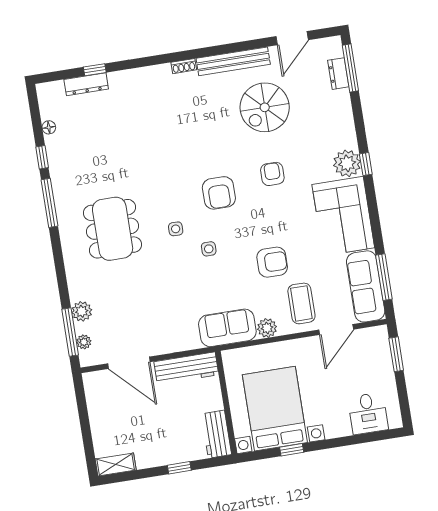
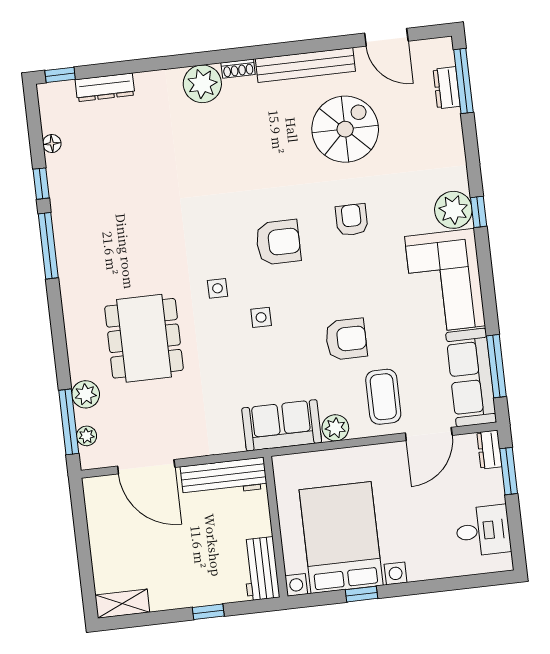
door: (292, 38) -> (386, 37), hinge flipped
window: (95, 70) -> (60, 75), moved
plant: (158, 78) -> (202, 84), added
spiral stairs: (265, 107) -> (345, 129), turned 180
armchair: (219, 193) -> (278, 242), turned -90
dining table: (113, 229) -> (144, 338), moved
dresser: (381, 339) -> (489, 450), added
desk: (368, 413) -> (483, 531), moved, turned -90

